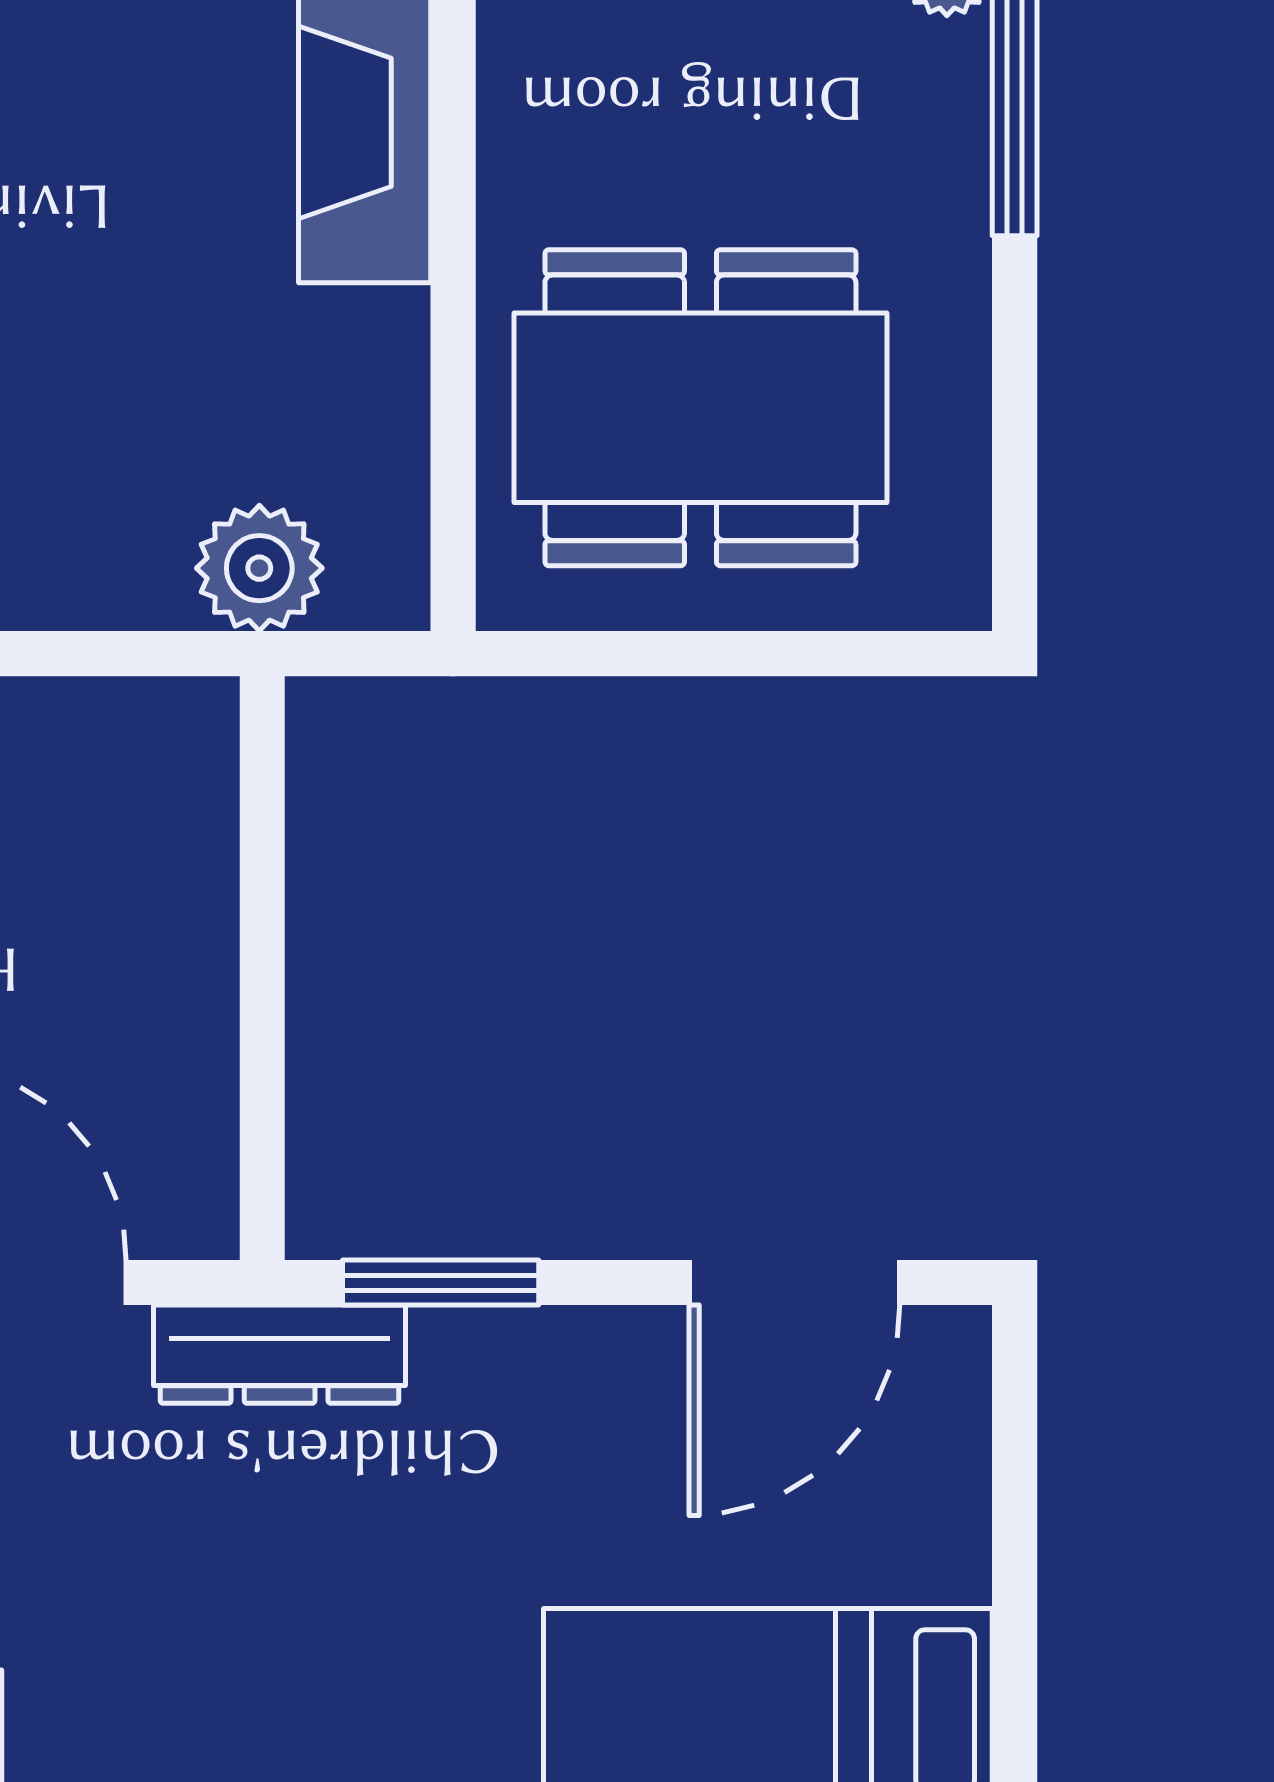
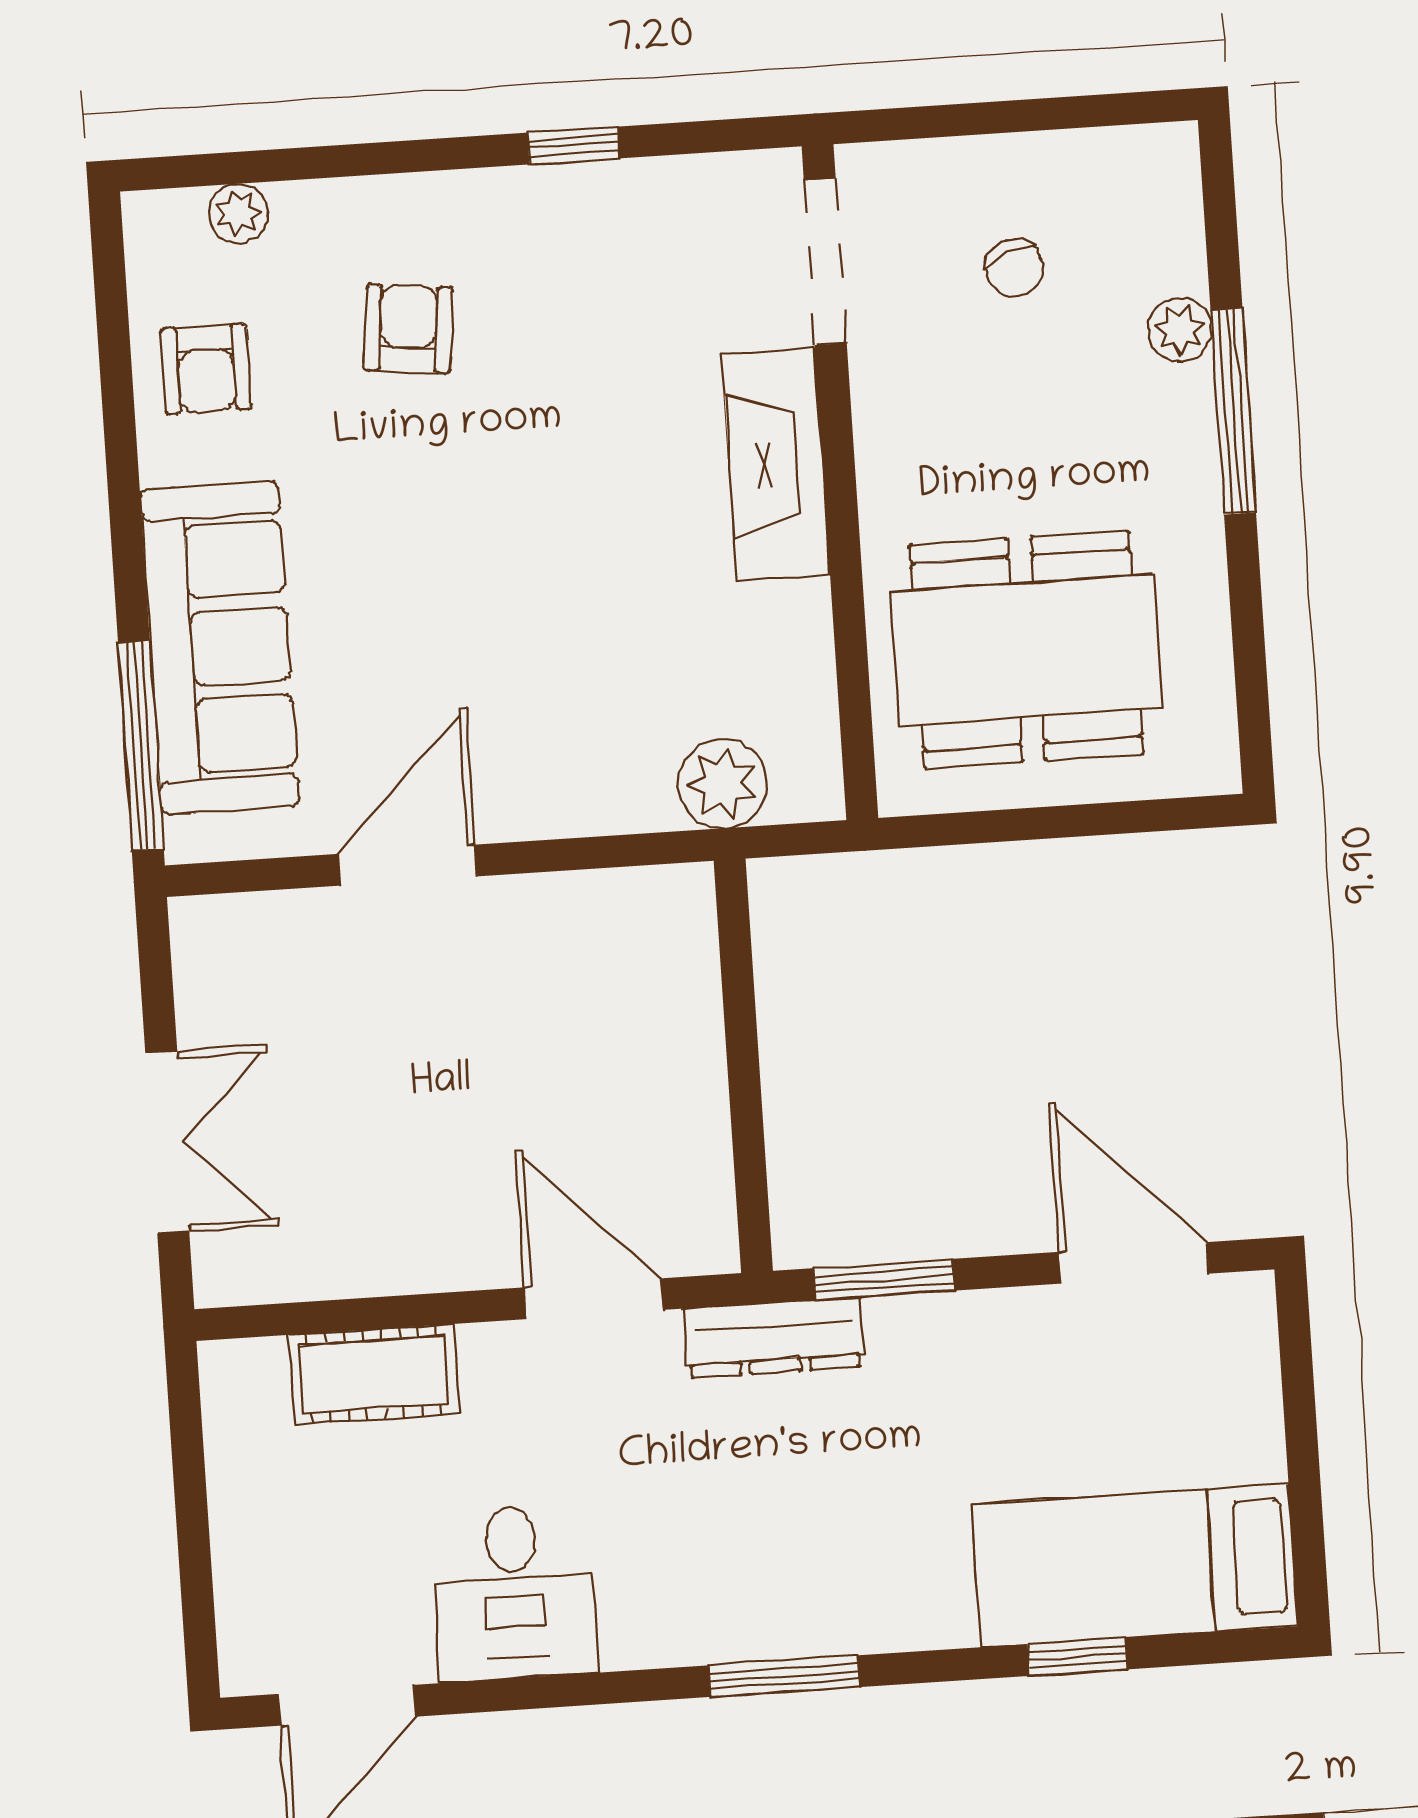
door: (794, 1283) -> (1134, 1263), swing flipped

